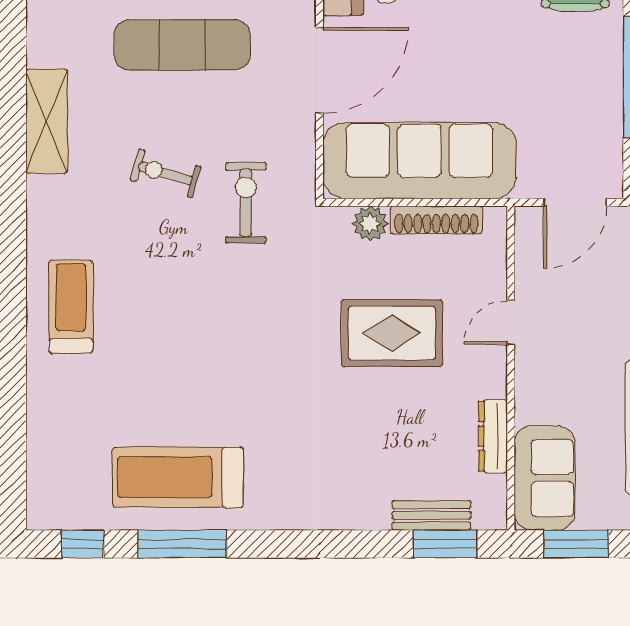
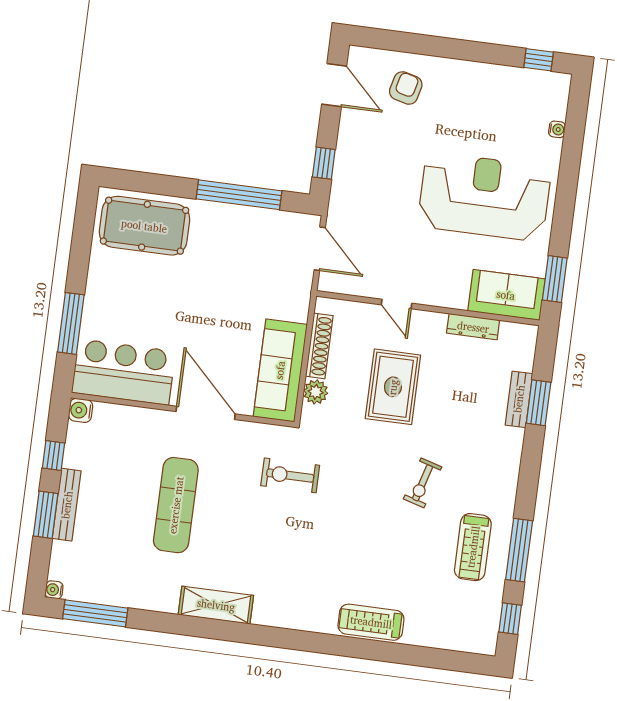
sofa: (419, 161) -> (280, 370), width x0.74, depth x0.79
exercise bike: (165, 173) -> (423, 483), moved
treadmill: (71, 307) -> (371, 622), moved
treadmill: (178, 477) -> (473, 547), width x0.73, depth x0.73
bench: (431, 515) -> (519, 399), moved
window: (445, 544) -> (539, 403), moved

